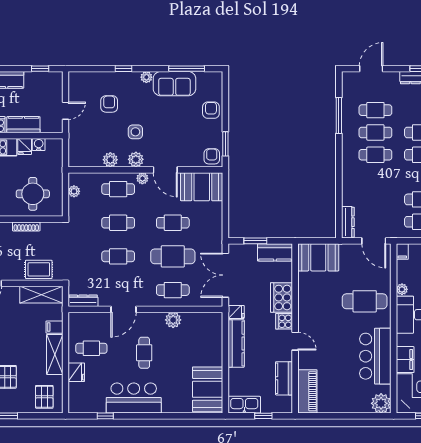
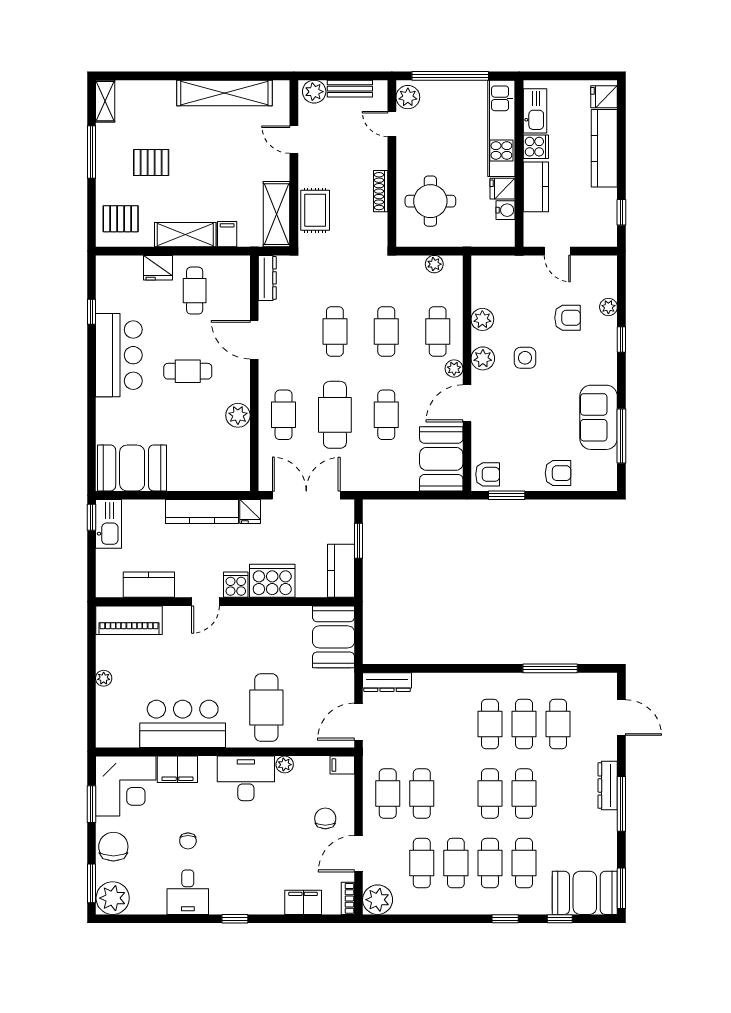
plant: (146, 77) -> (608, 307), moved
plant: (381, 403) -> (104, 678), moved, width x0.53, depth x0.53
window: (263, 416) -> (91, 517), moved

